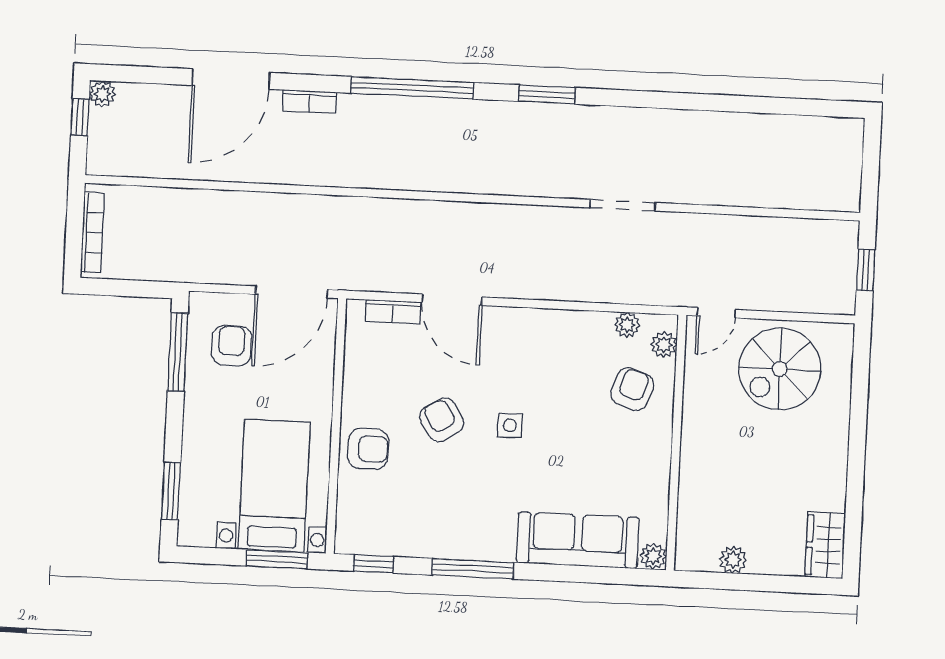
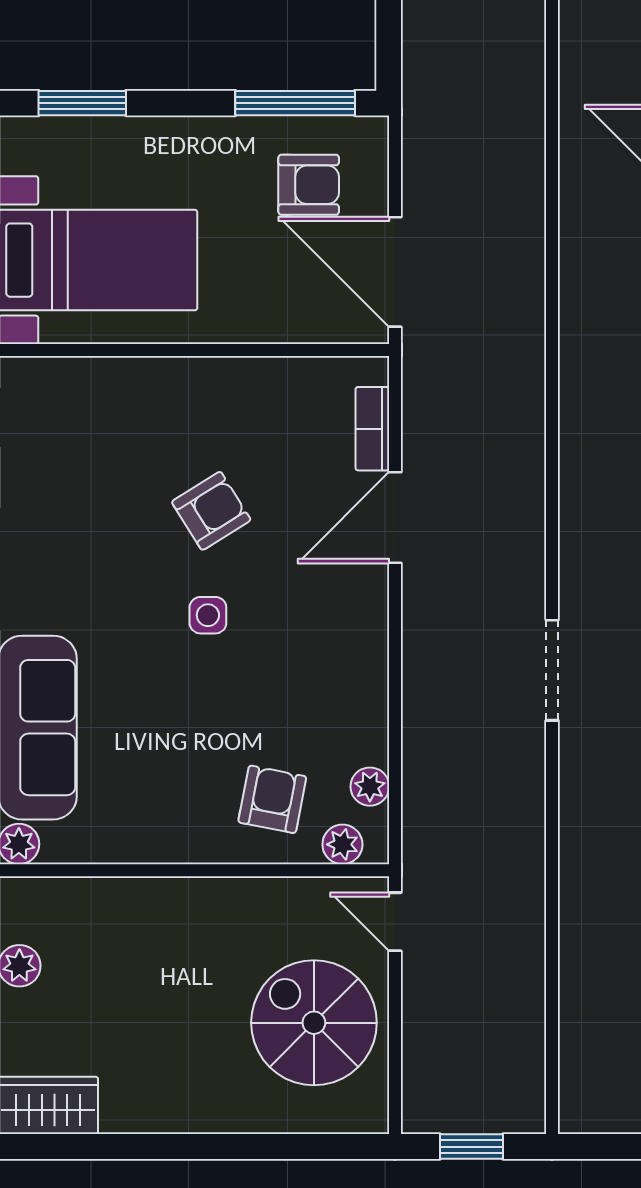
doorway: (622, 205) -> (552, 670), moved
armchair: (632, 389) -> (272, 799), turned -98
armchair: (368, 449) -> (161, 401), removed

